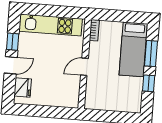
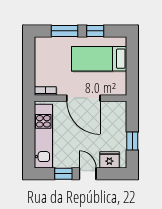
bed: (133, 49) -> (99, 59), moved, turned 180
door: (84, 67) -> (83, 98), width x1.88
window: (39, 111) -> (132, 141), added

